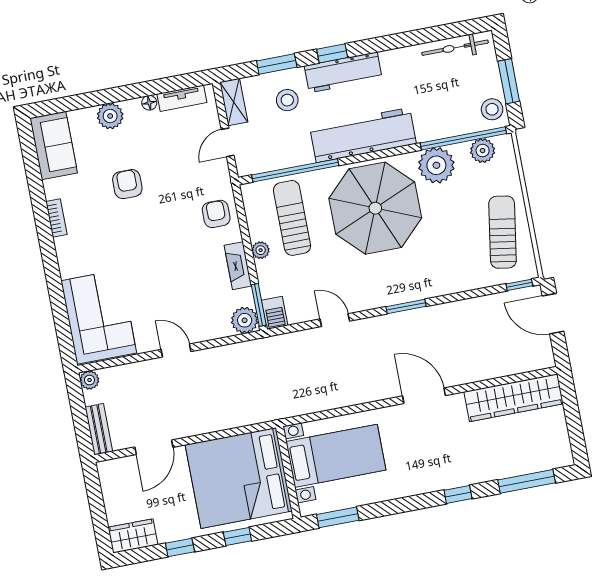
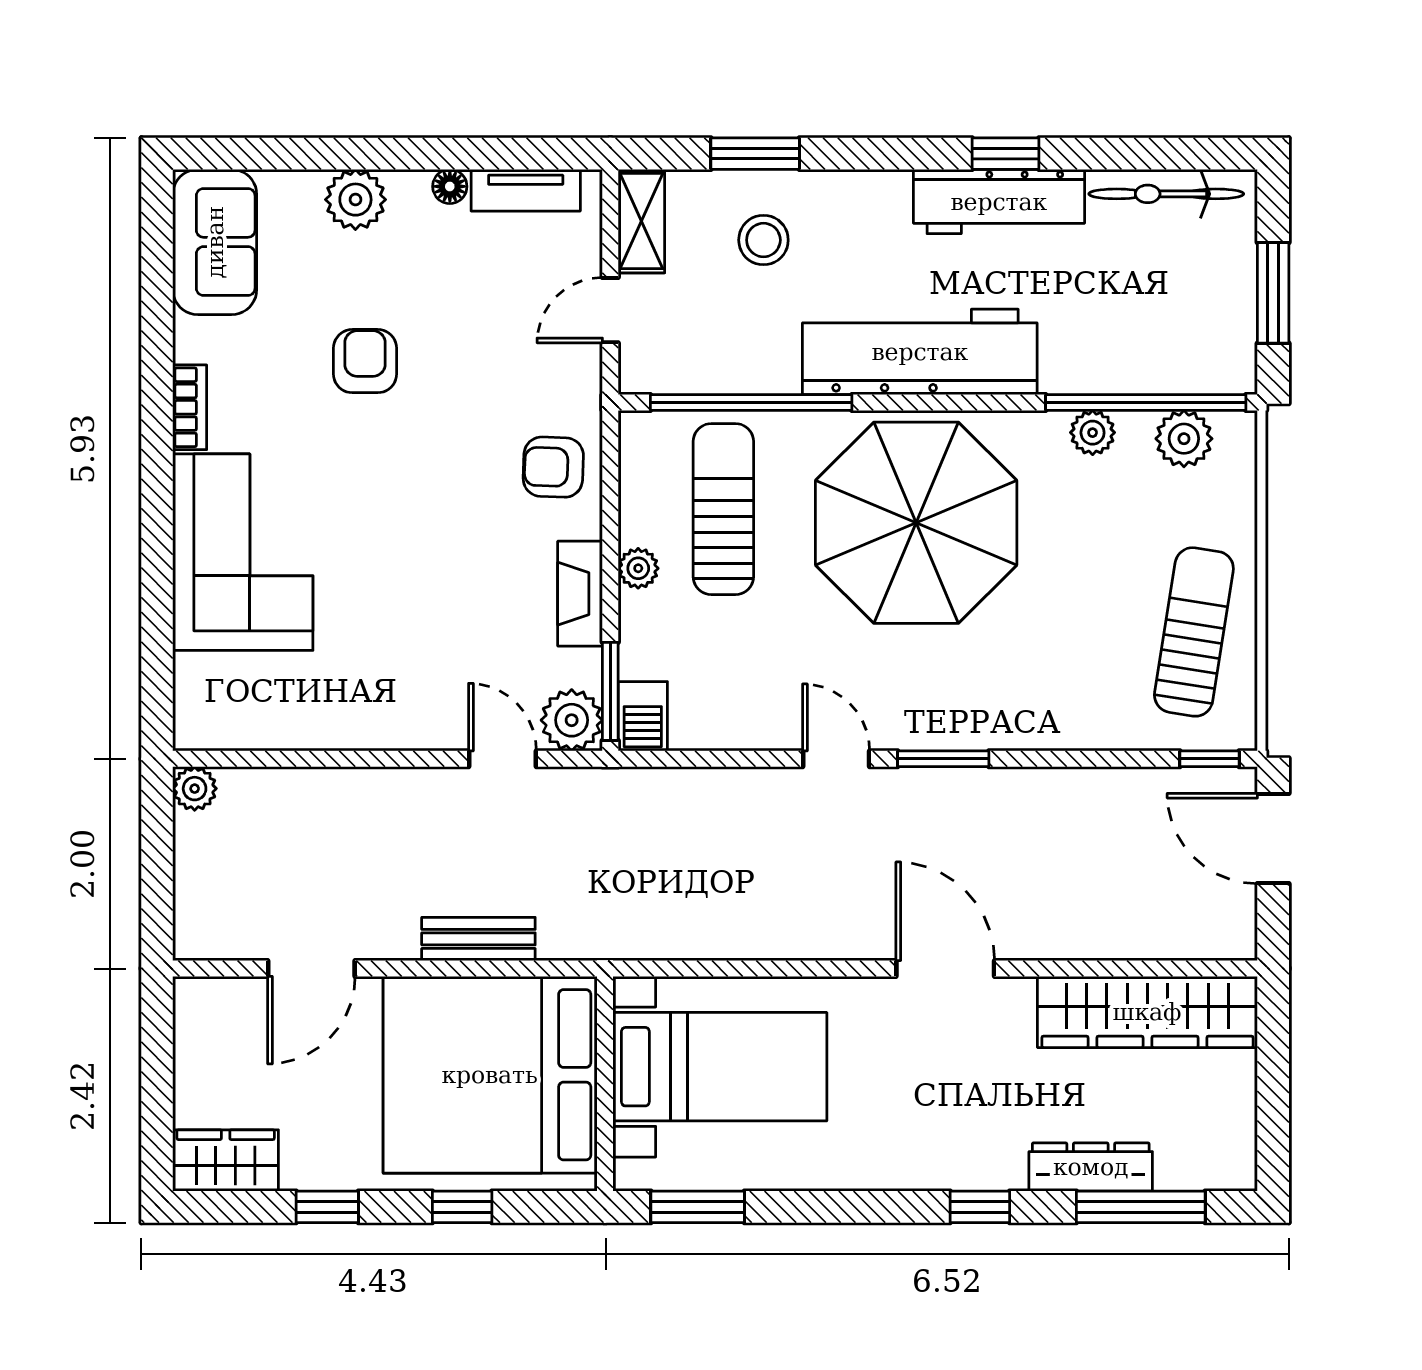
window: (332, 53) -> (1006, 154), moved
workbench: (343, 72) -> (999, 202), moved
stool: (492, 109) -> (1223, 349), removed
plant: (436, 165) -> (1093, 433), width x0.53, depth x0.53
armchair: (216, 214) -> (553, 467), turned -88
corner sofa: (99, 317) -> (243, 552), moved
door: (335, 320) -> (836, 759), moved
door: (176, 350) -> (502, 759), moved
bench: (99, 429) -> (478, 939), moved, turned 90
dresser: (502, 468) -> (1091, 1167), added

